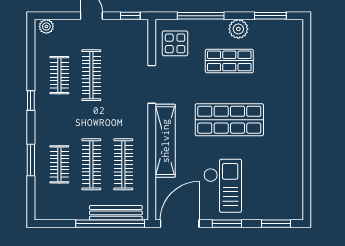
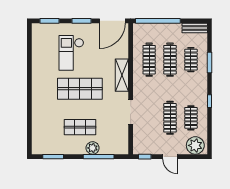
plant: (46, 26) -> (195, 145), width x1.87, depth x1.87
plant: (238, 29) -> (93, 148), moved
display table: (175, 43) -> (115, 139), removed
shelving: (165, 141) -> (122, 75), width x0.68
checkout: (223, 186) -> (71, 53), moved
bench: (116, 213) -> (195, 28), moved, width x0.73

